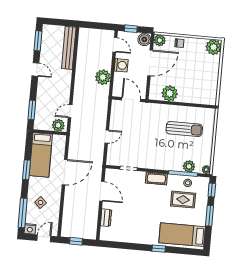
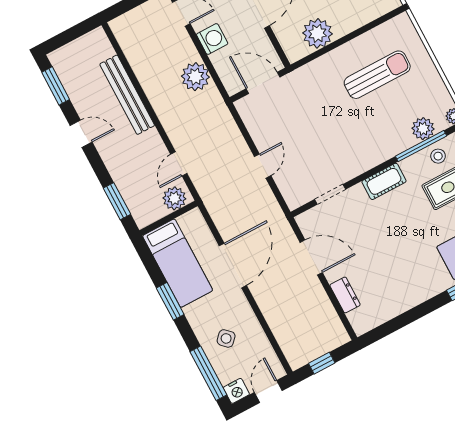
bench: (69, 48) -> (127, 95), moved

